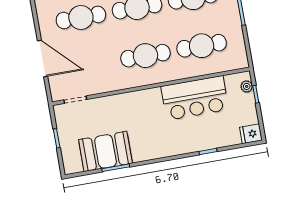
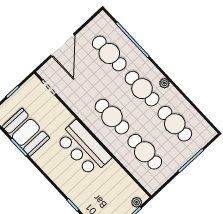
bar counter: (195, 98) -> (83, 148), moved

